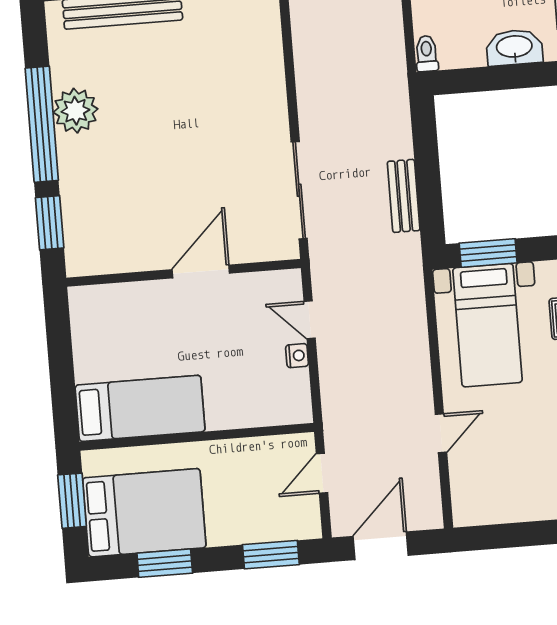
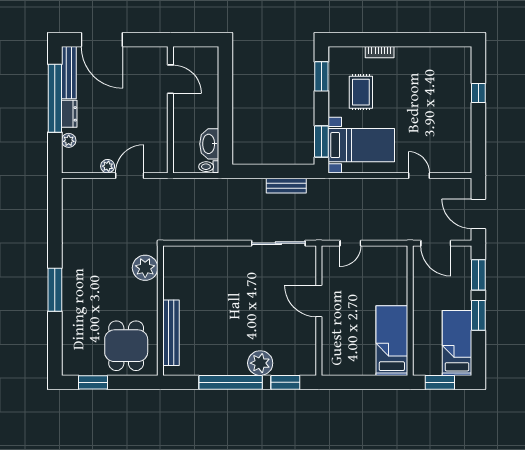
washbasin: (514, 47) -> (209, 144), moved
plant: (75, 111) -> (260, 363), moved
nightstand: (297, 356) -> (370, 252), removed
door: (322, 473) -> (436, 243), width x1.38
bed: (144, 513) -> (457, 343), width x0.67
window: (165, 563) -> (478, 315), moved

